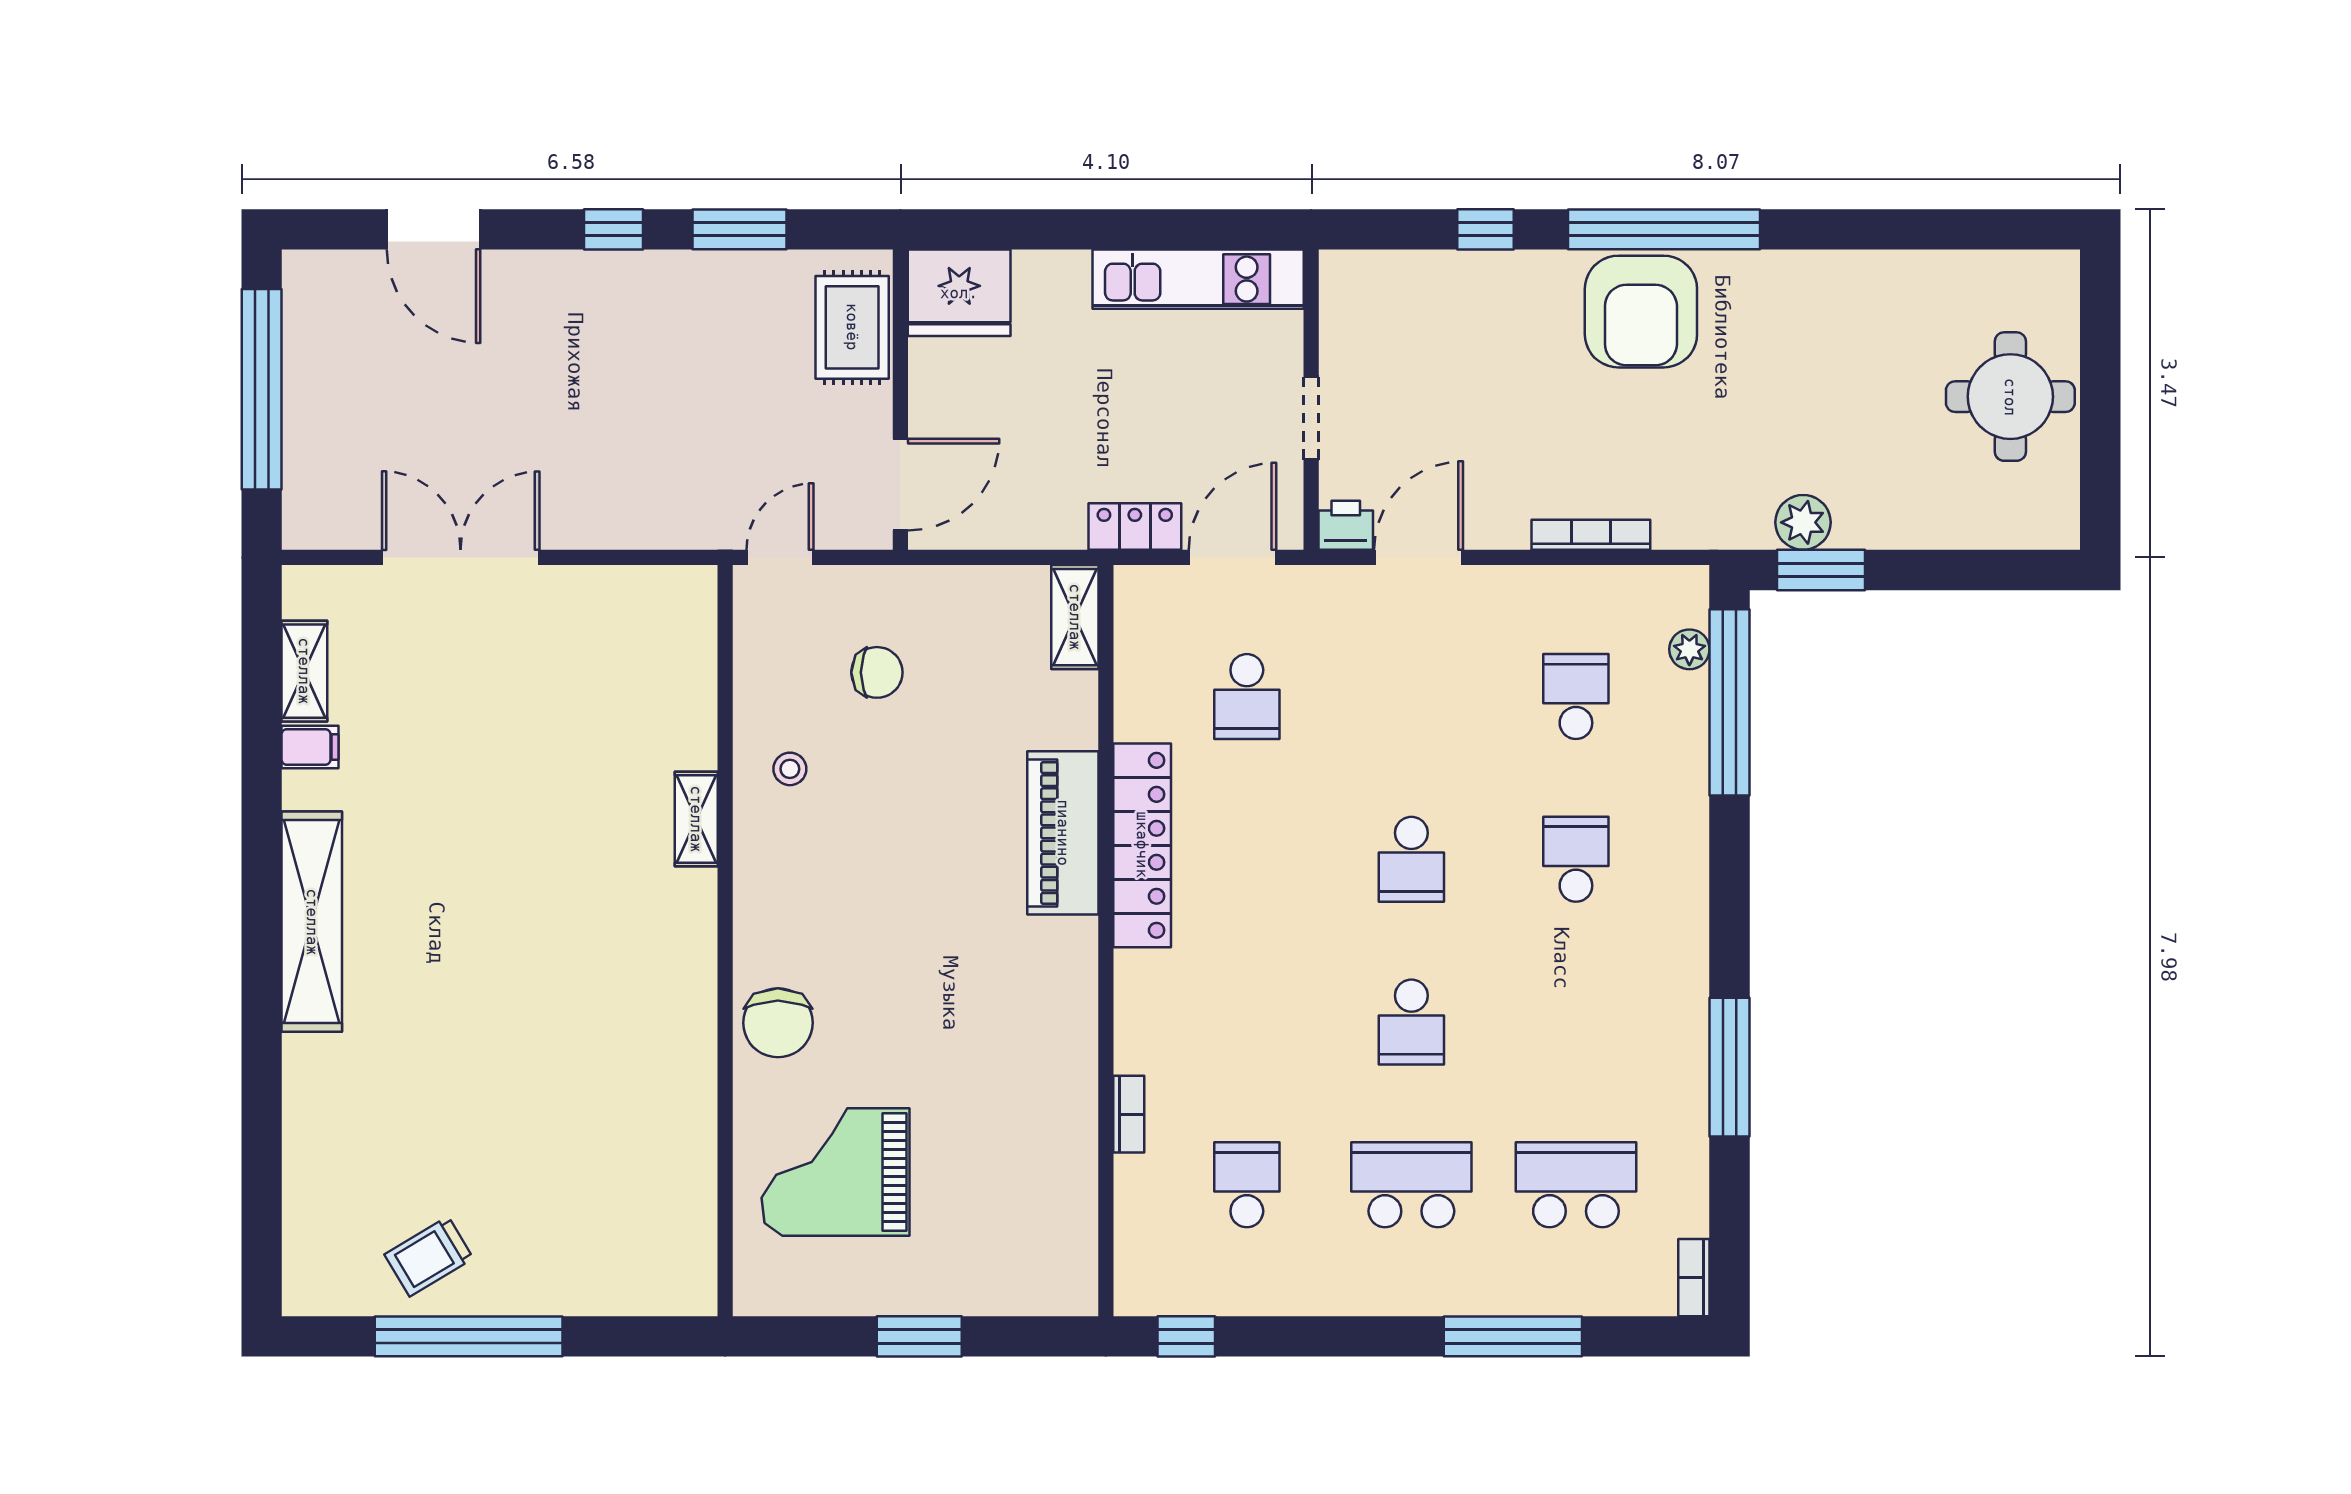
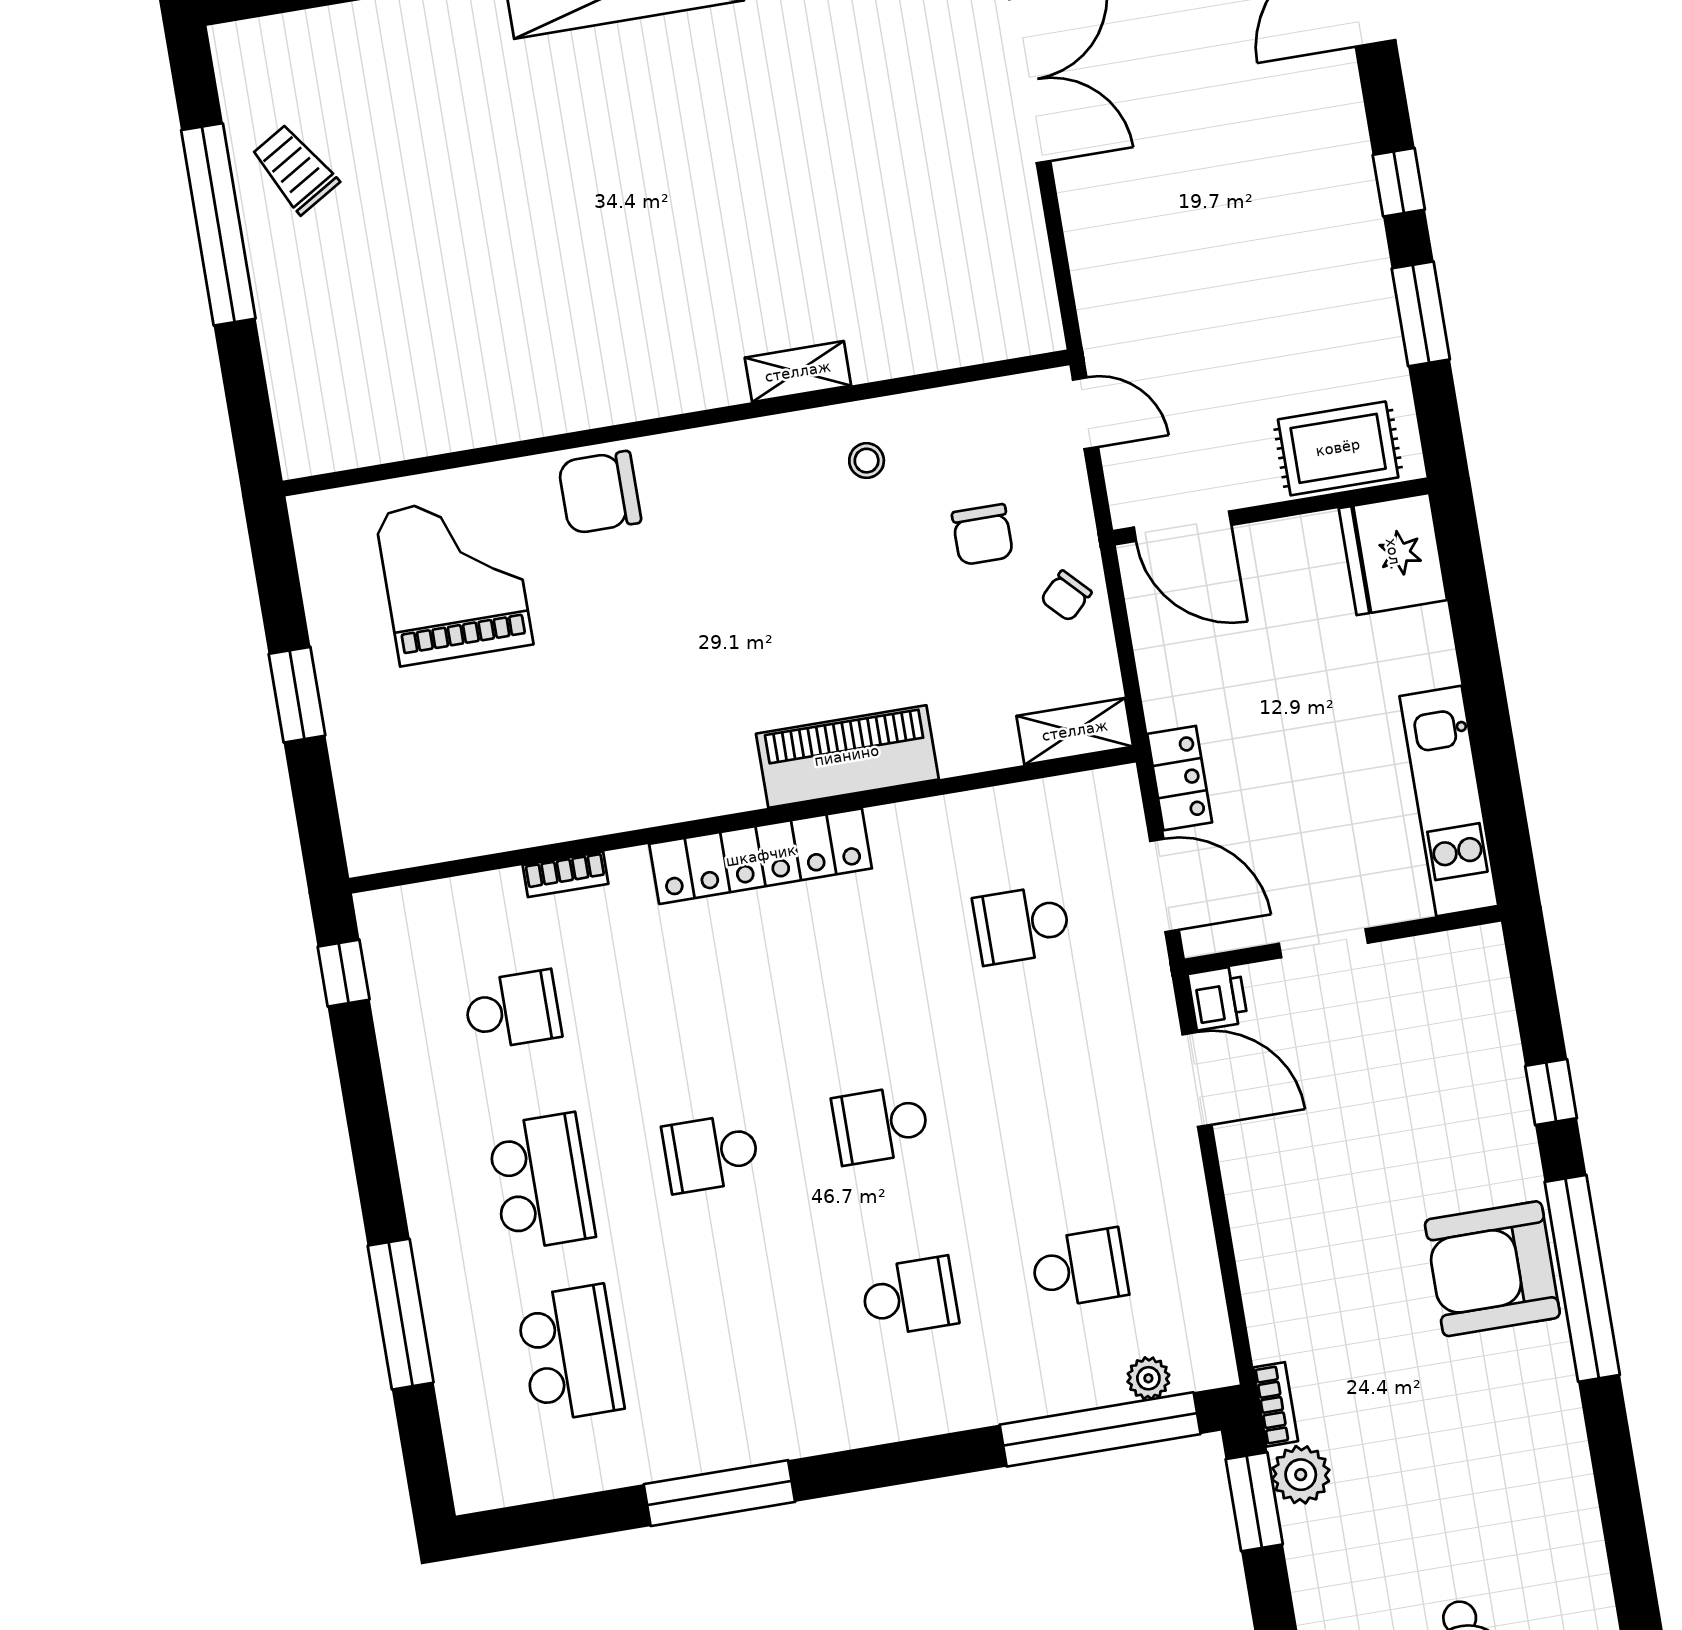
bookcase: (1591, 535) -> (1276, 1404), moved, width x0.64
chair: (947, 604) -> (1066, 596), added
locker: (1142, 845) -> (761, 856), moved
bookcase: (1694, 1278) -> (494, 1493), removed

